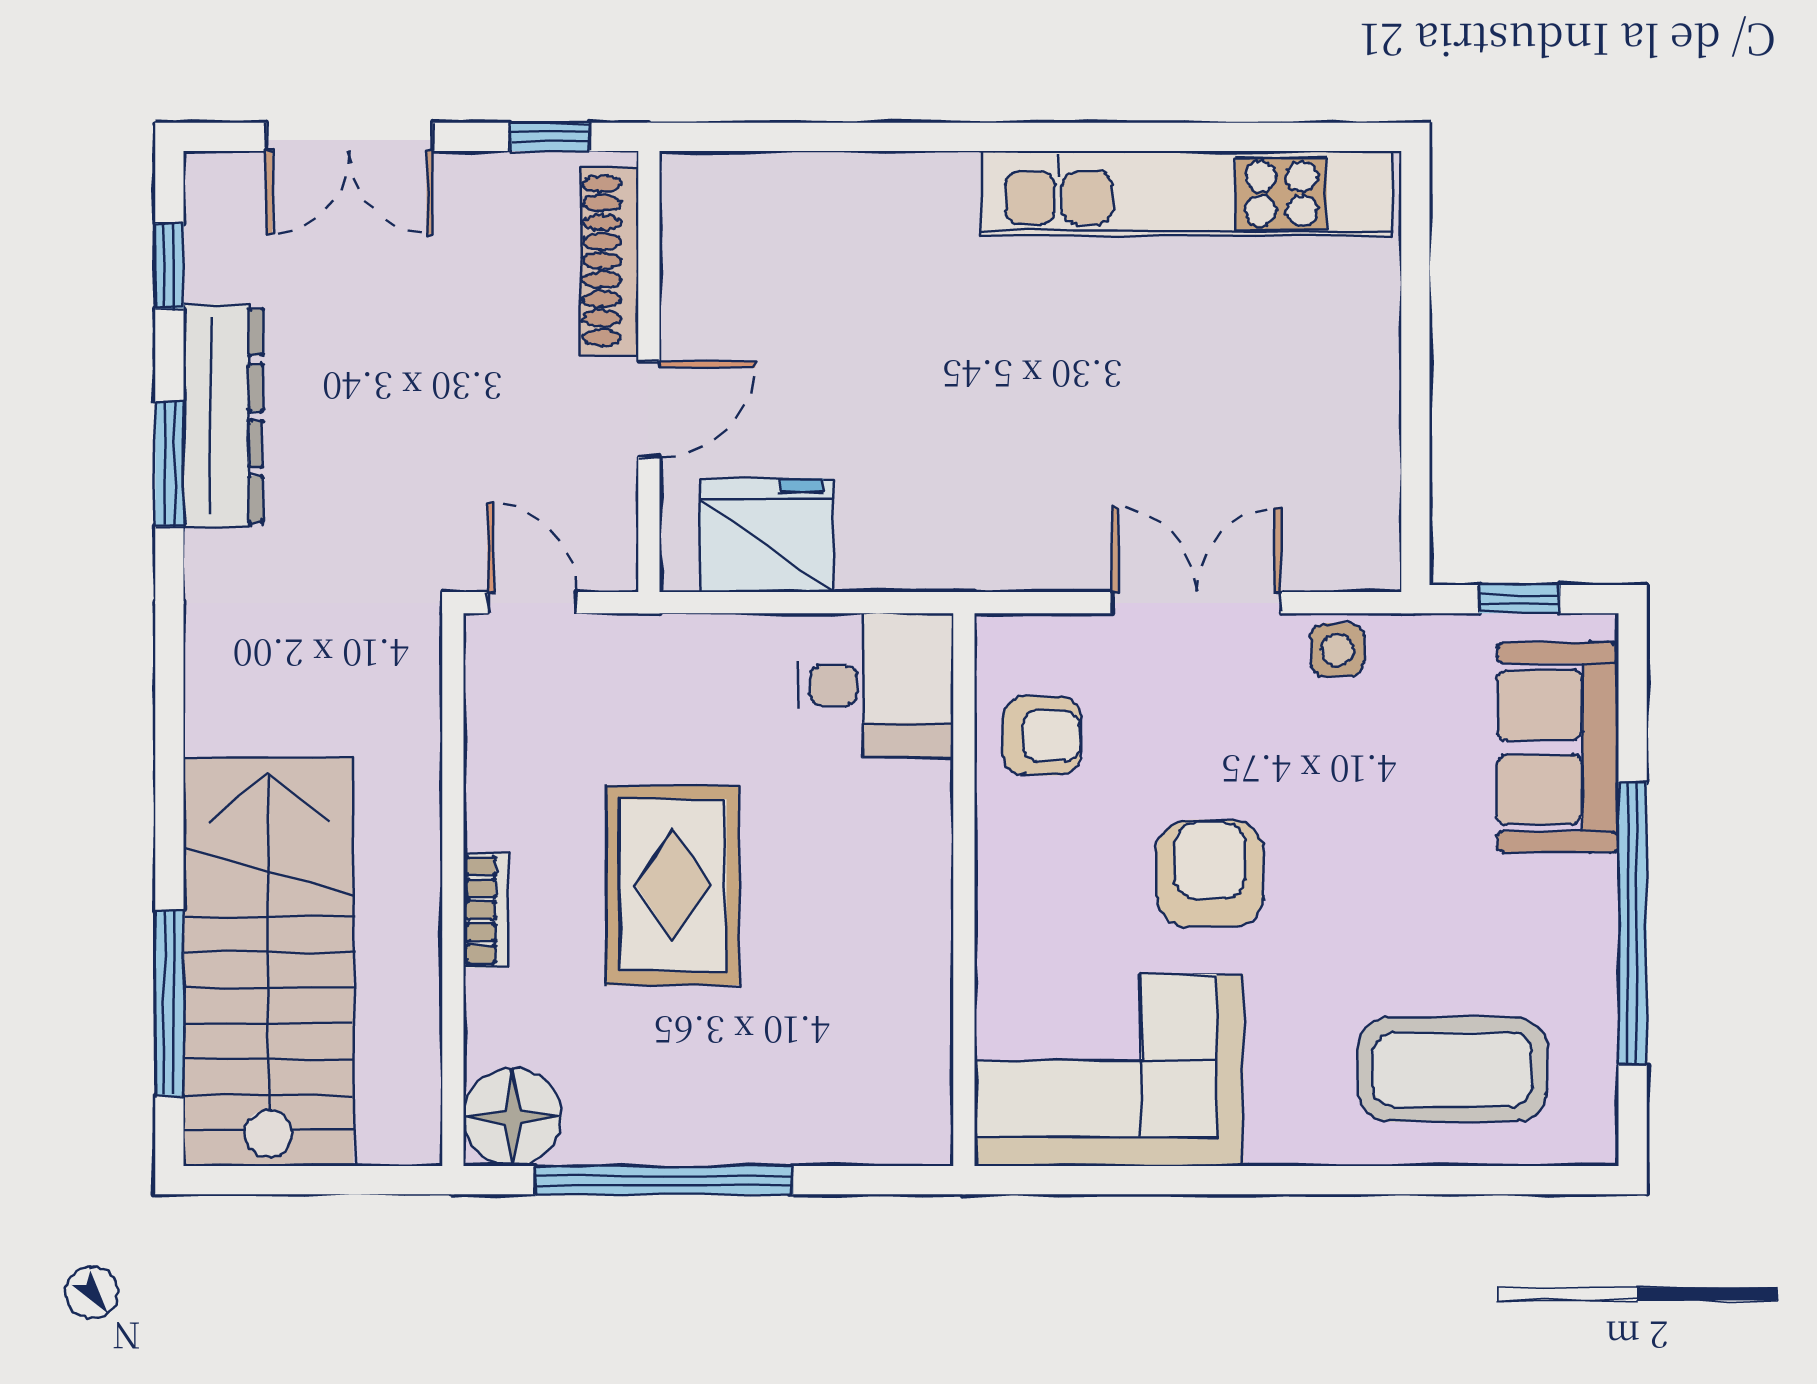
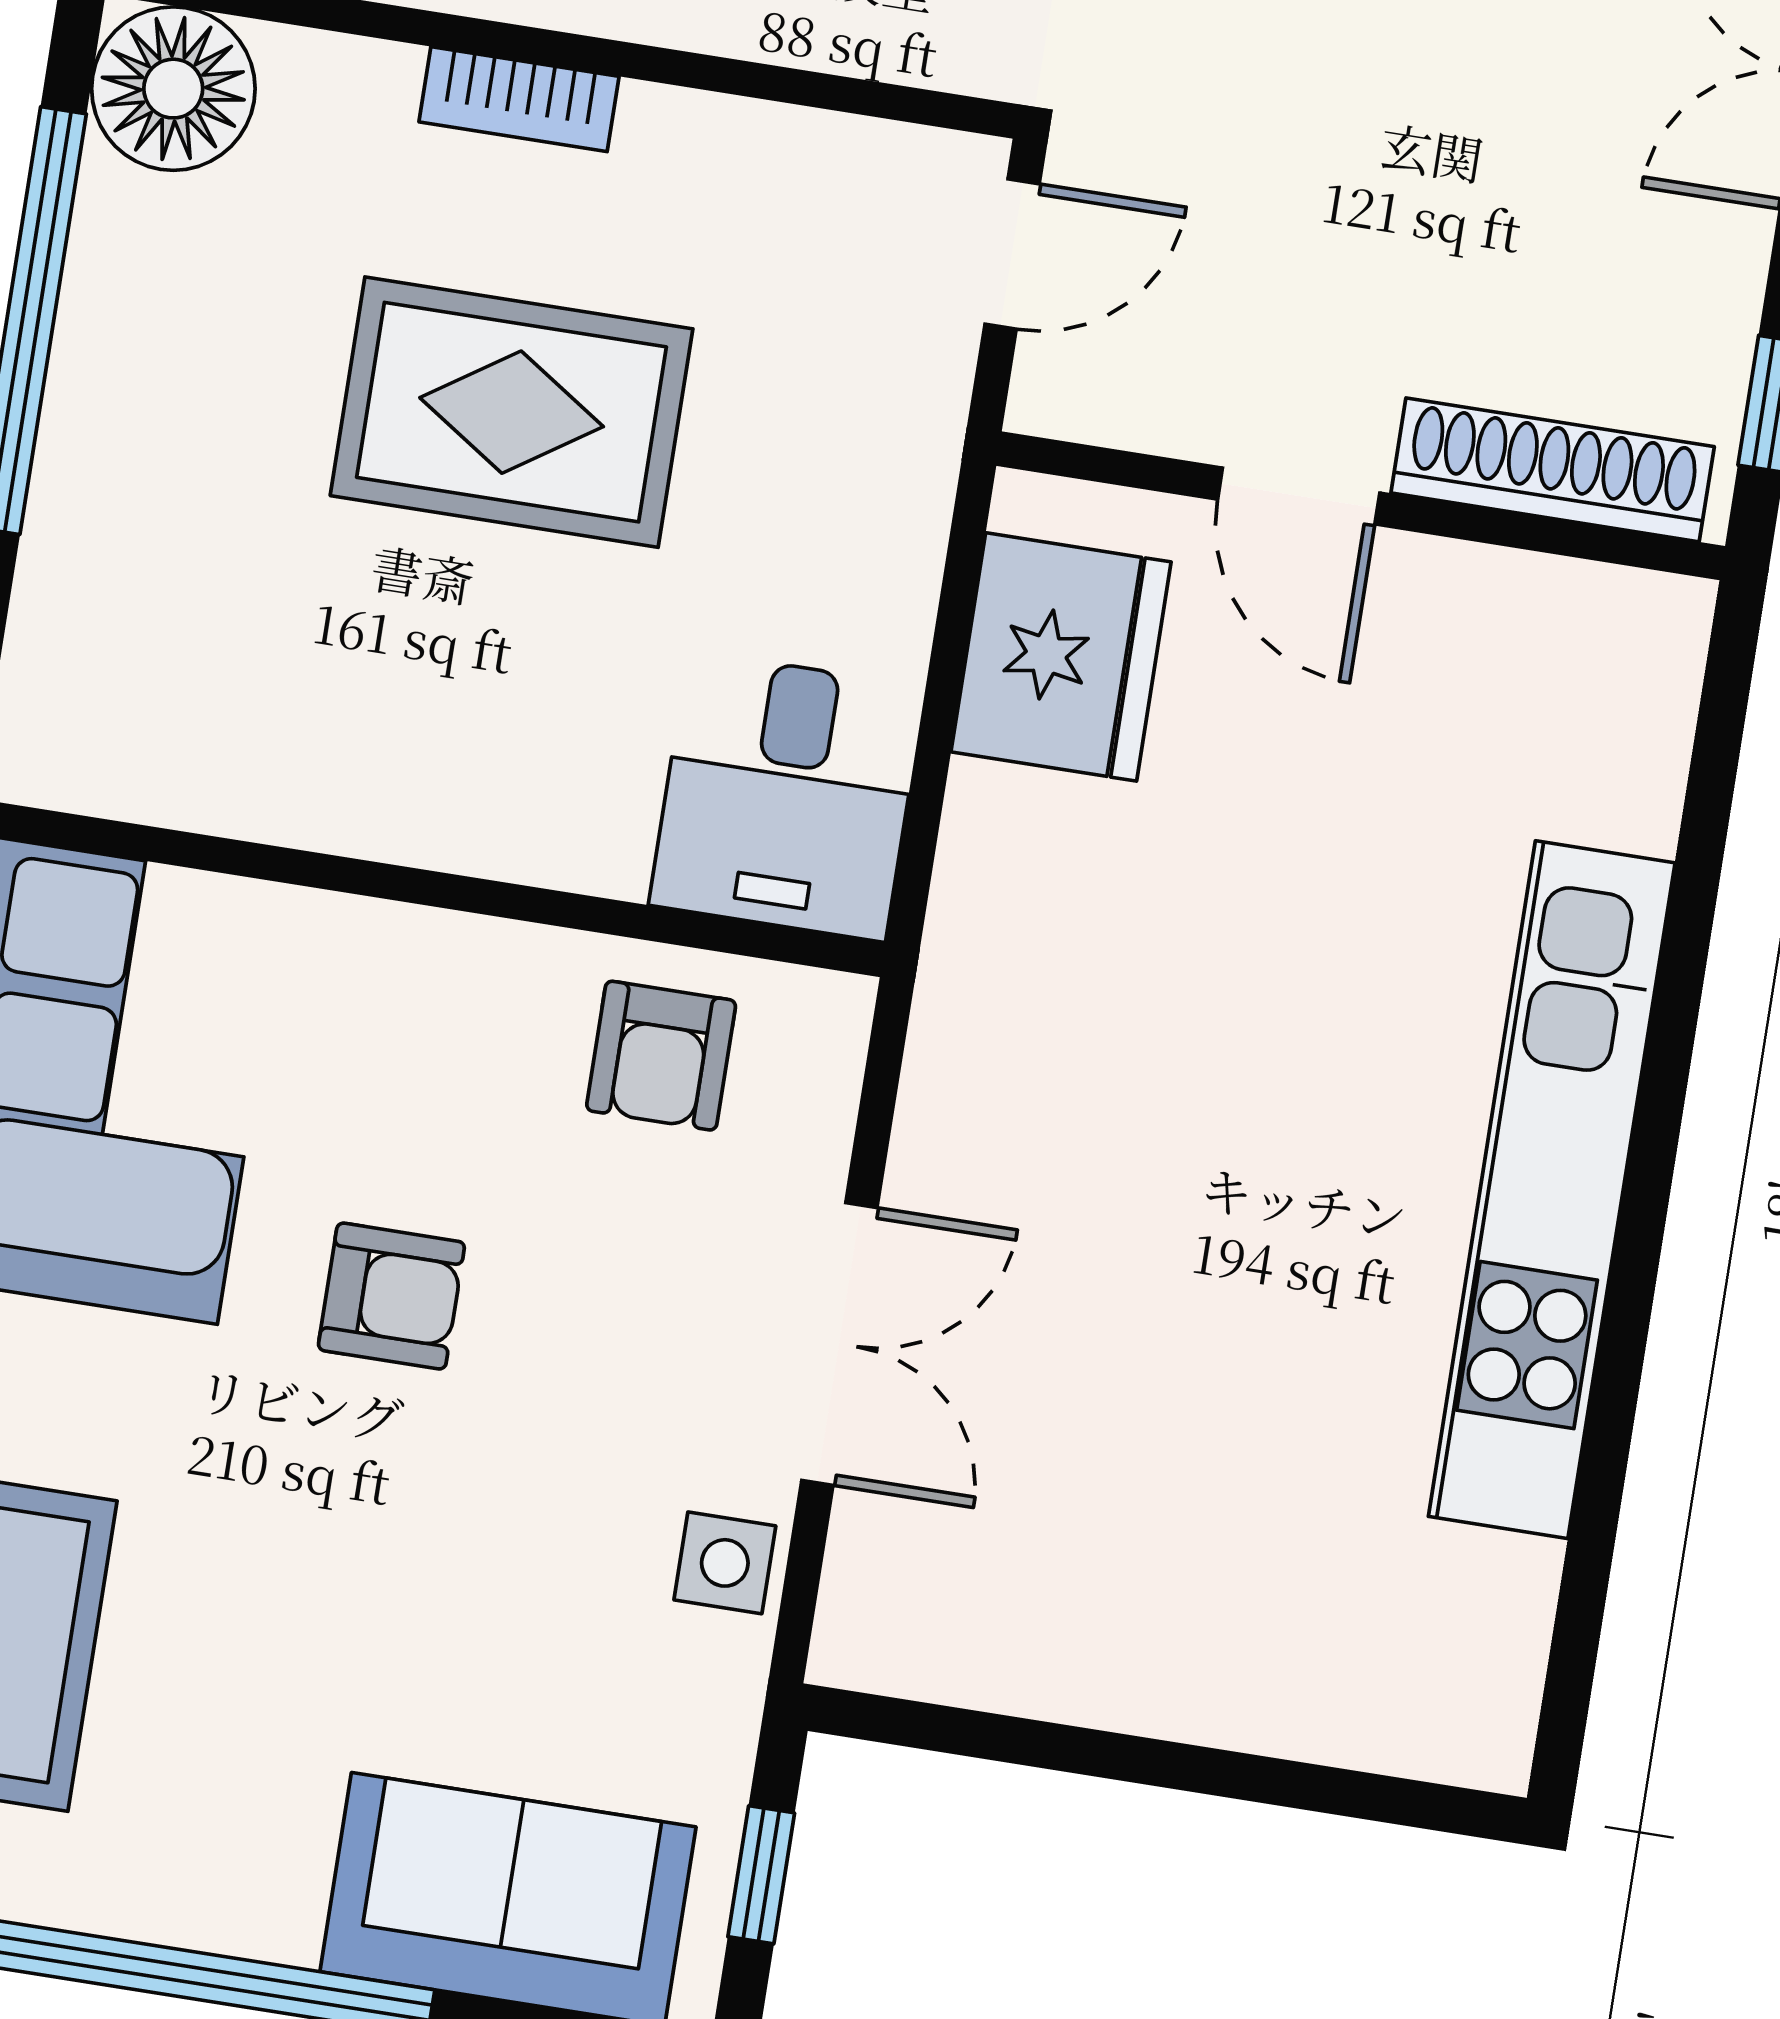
kitchen unit: (1186, 194) -> (1552, 1190), moved
armchair: (1210, 873) -> (391, 1296), width x0.72, depth x0.72

